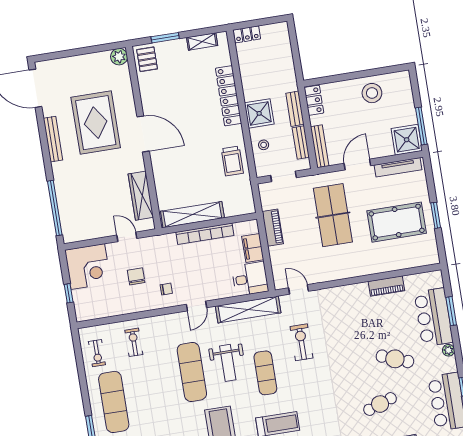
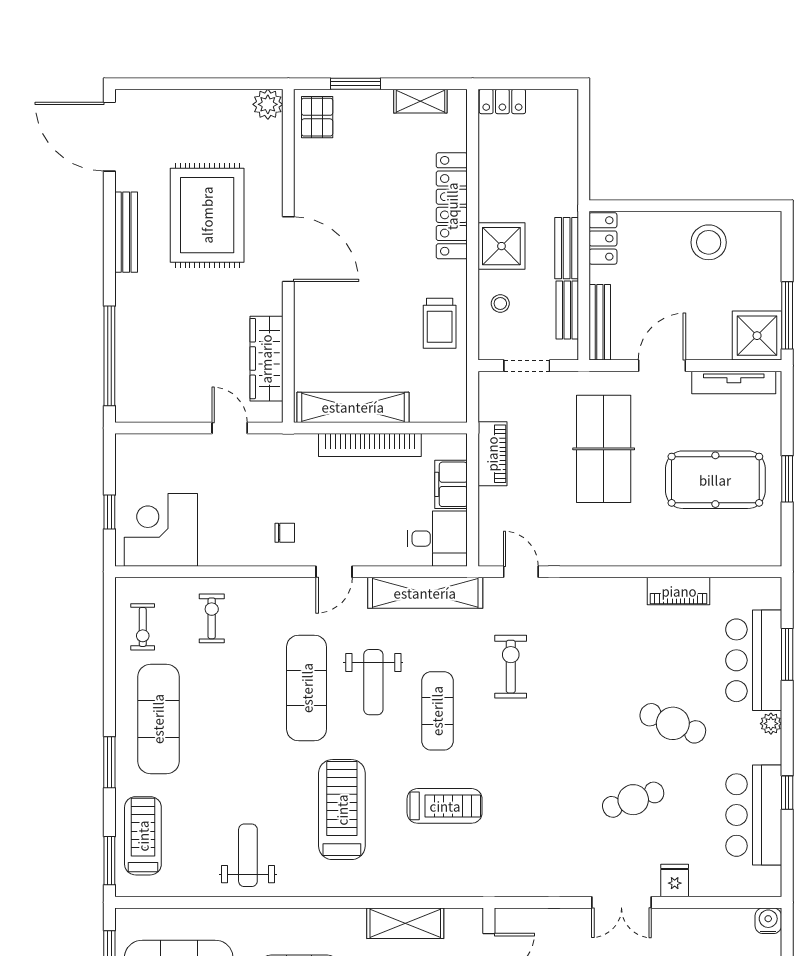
corner desk: (88, 267) -> (161, 530), moved, turned 180
chair: (136, 276) -> (235, 501), removed

